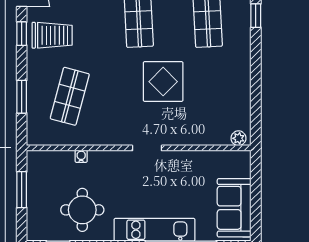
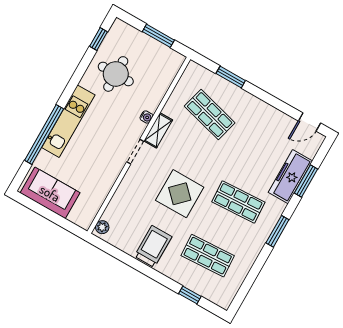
window: (22, 34) -> (280, 105), removed
trolley: (52, 35) -> (153, 246), moved, turned 180
shelving: (114, 137) -> (158, 130), added
water cooler: (81, 156) -> (146, 117), moved

